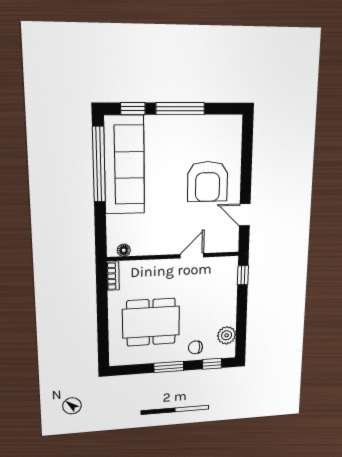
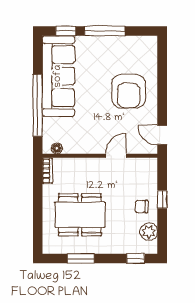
window: (99, 164) -> (38, 105), moved
door: (245, 215) -> (162, 135), moved
window: (243, 275) -> (162, 199), moved
chair: (195, 347) -> (141, 207), moved
window: (169, 367) -> (81, 259), moved

